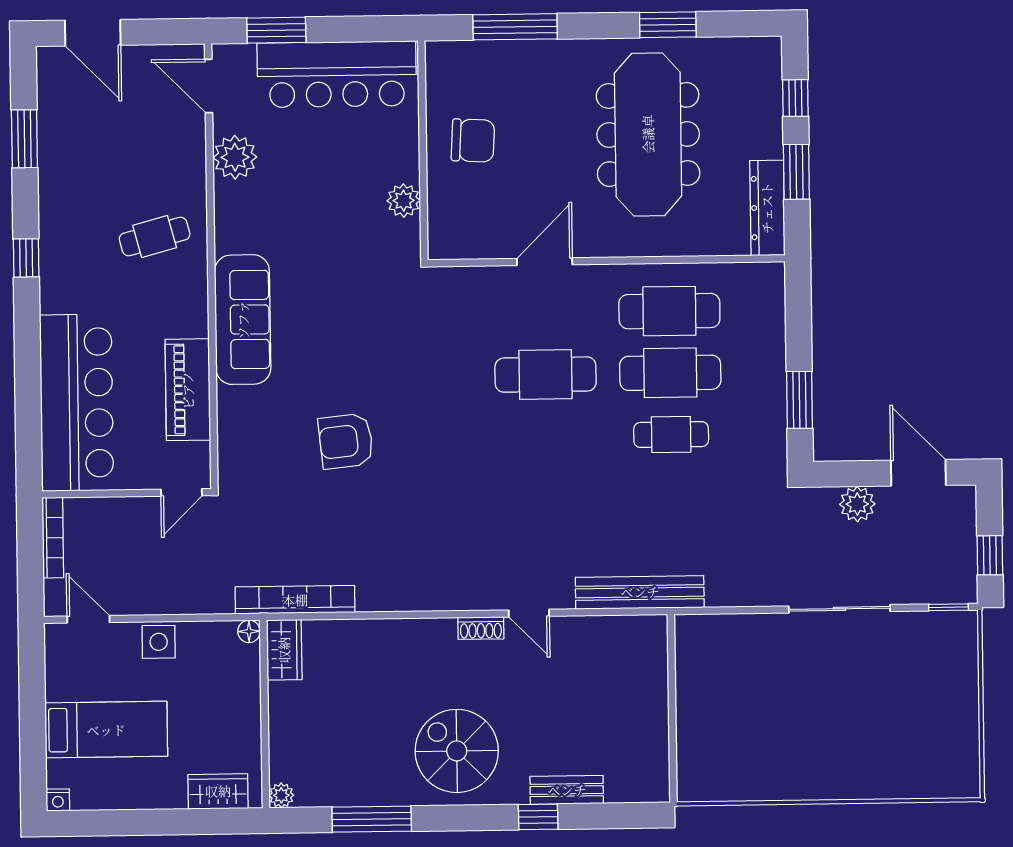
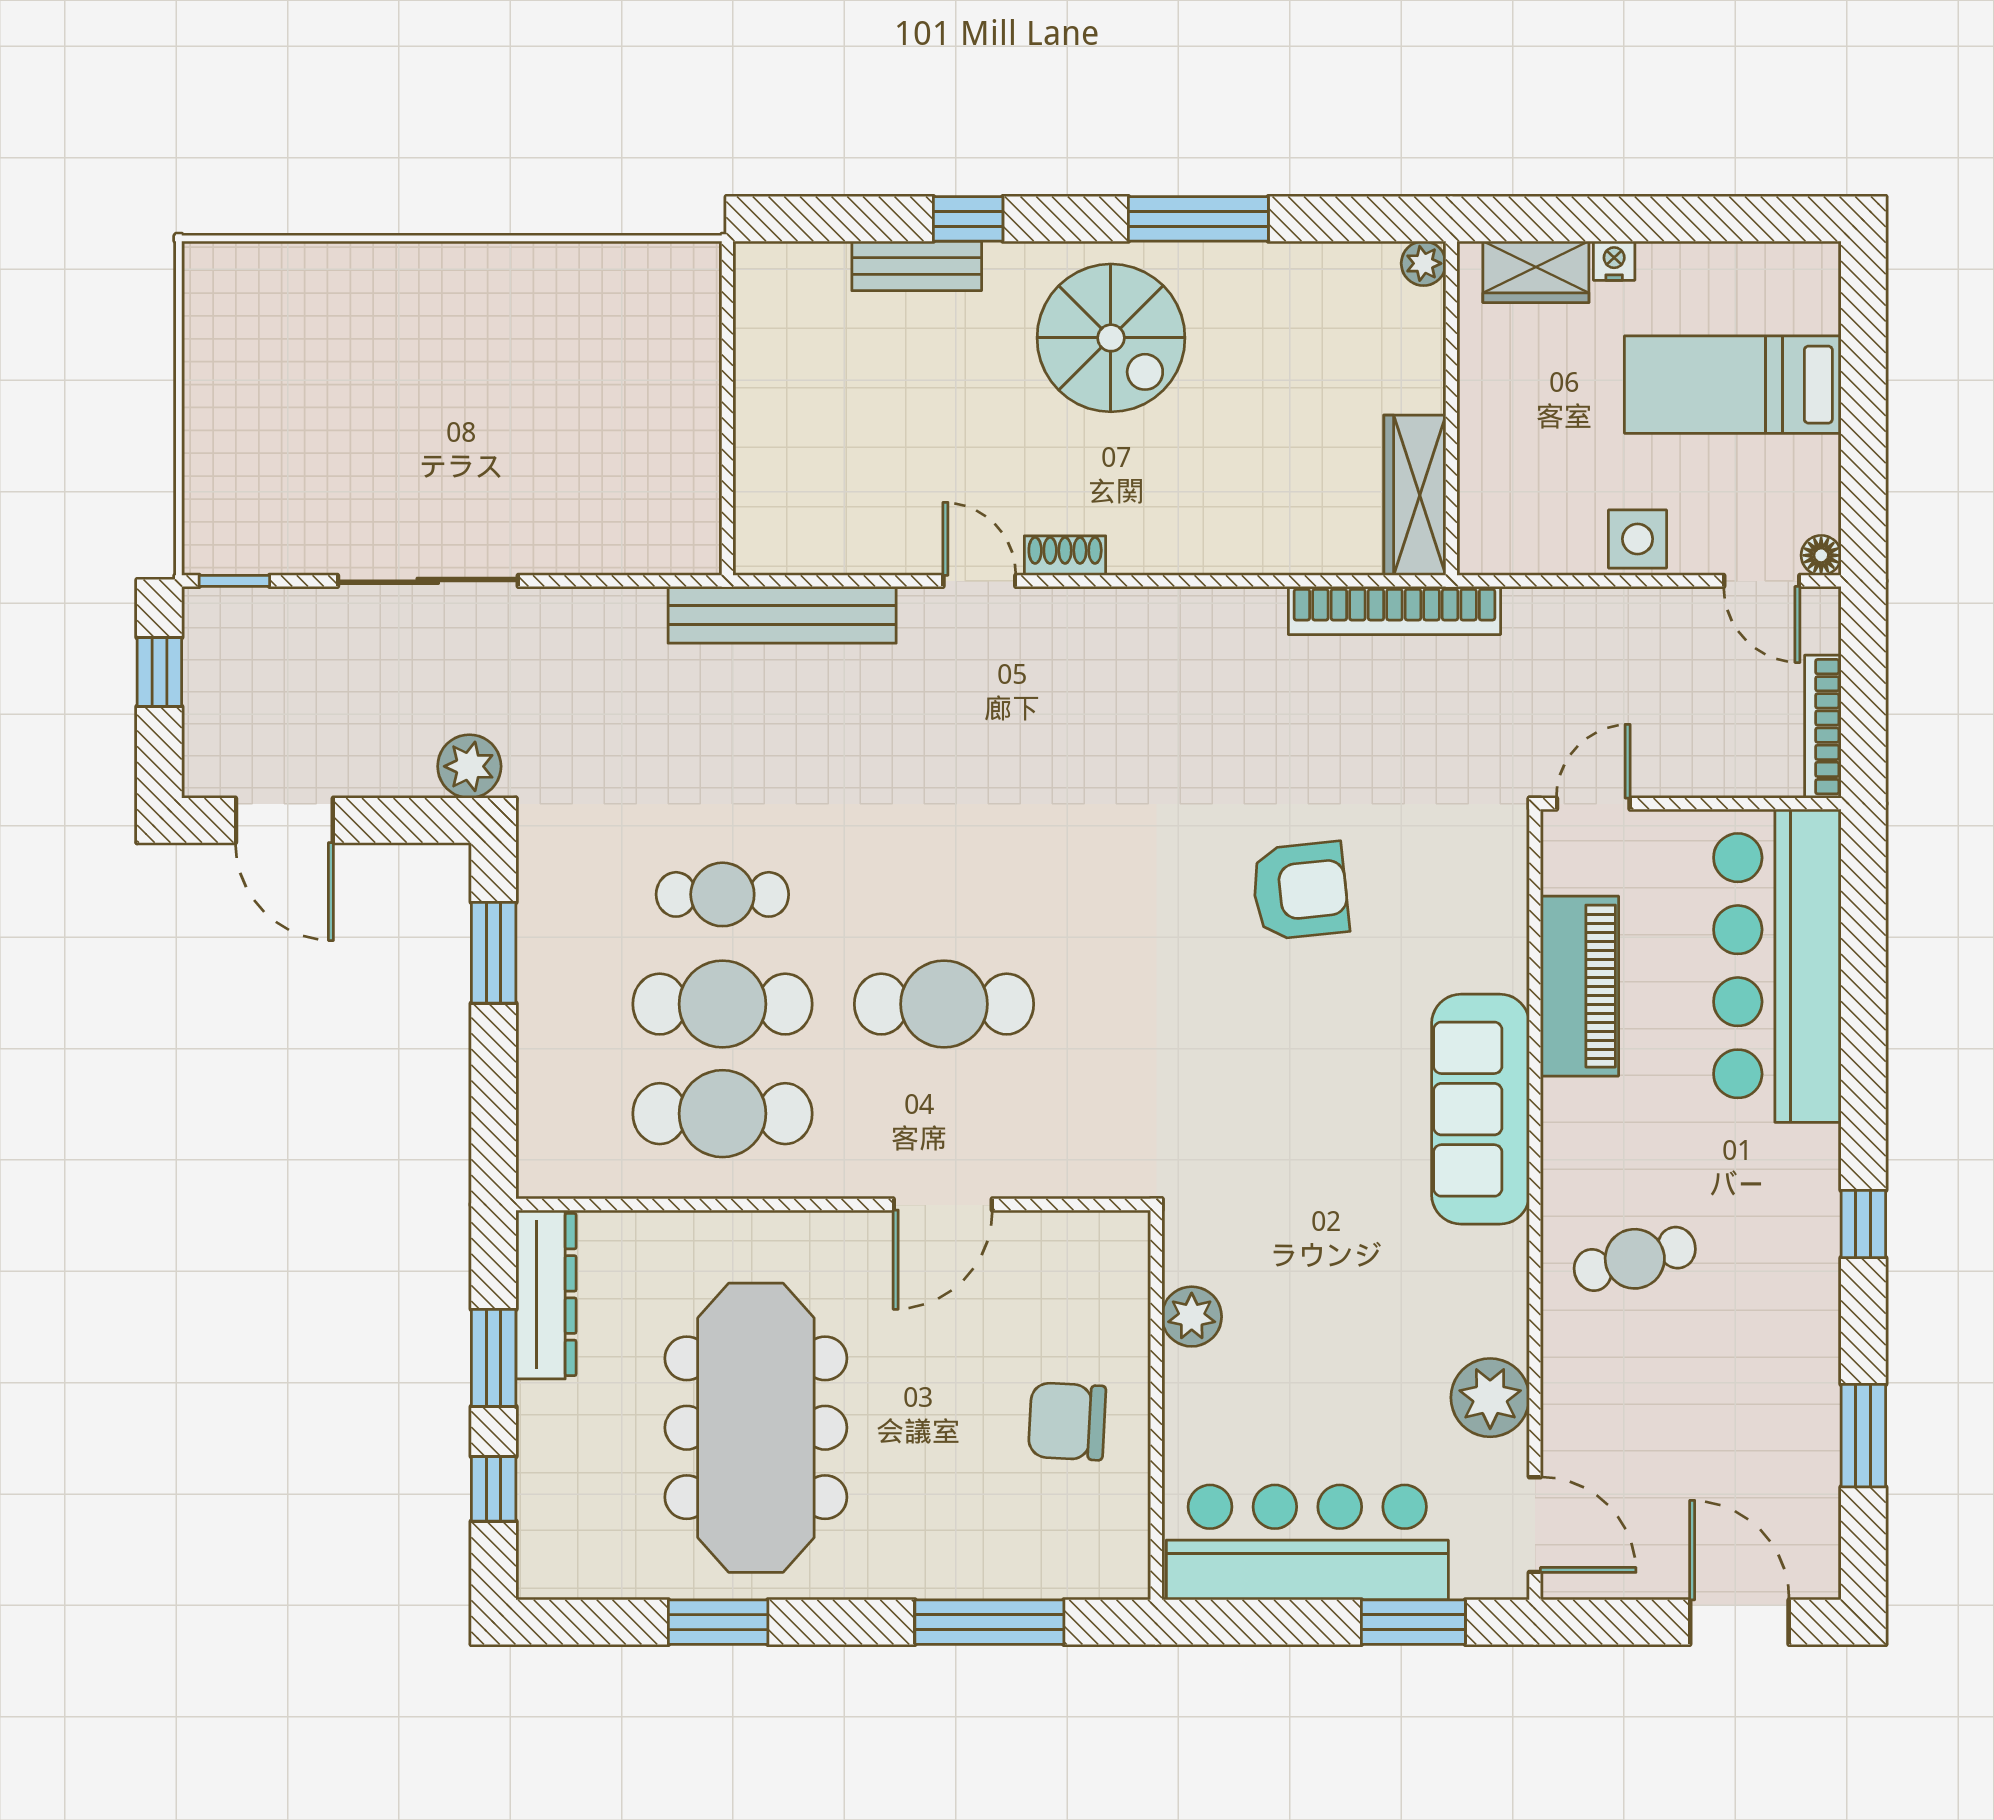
plant: (857, 504) -> (469, 766), moved
floor lamp: (249, 631) -> (1821, 555), moved
wardrobe: (284, 650) -> (1415, 495), width x1.50
nightstand: (58, 800) -> (1614, 261), moved
window: (372, 819) -> (1198, 219), moved

